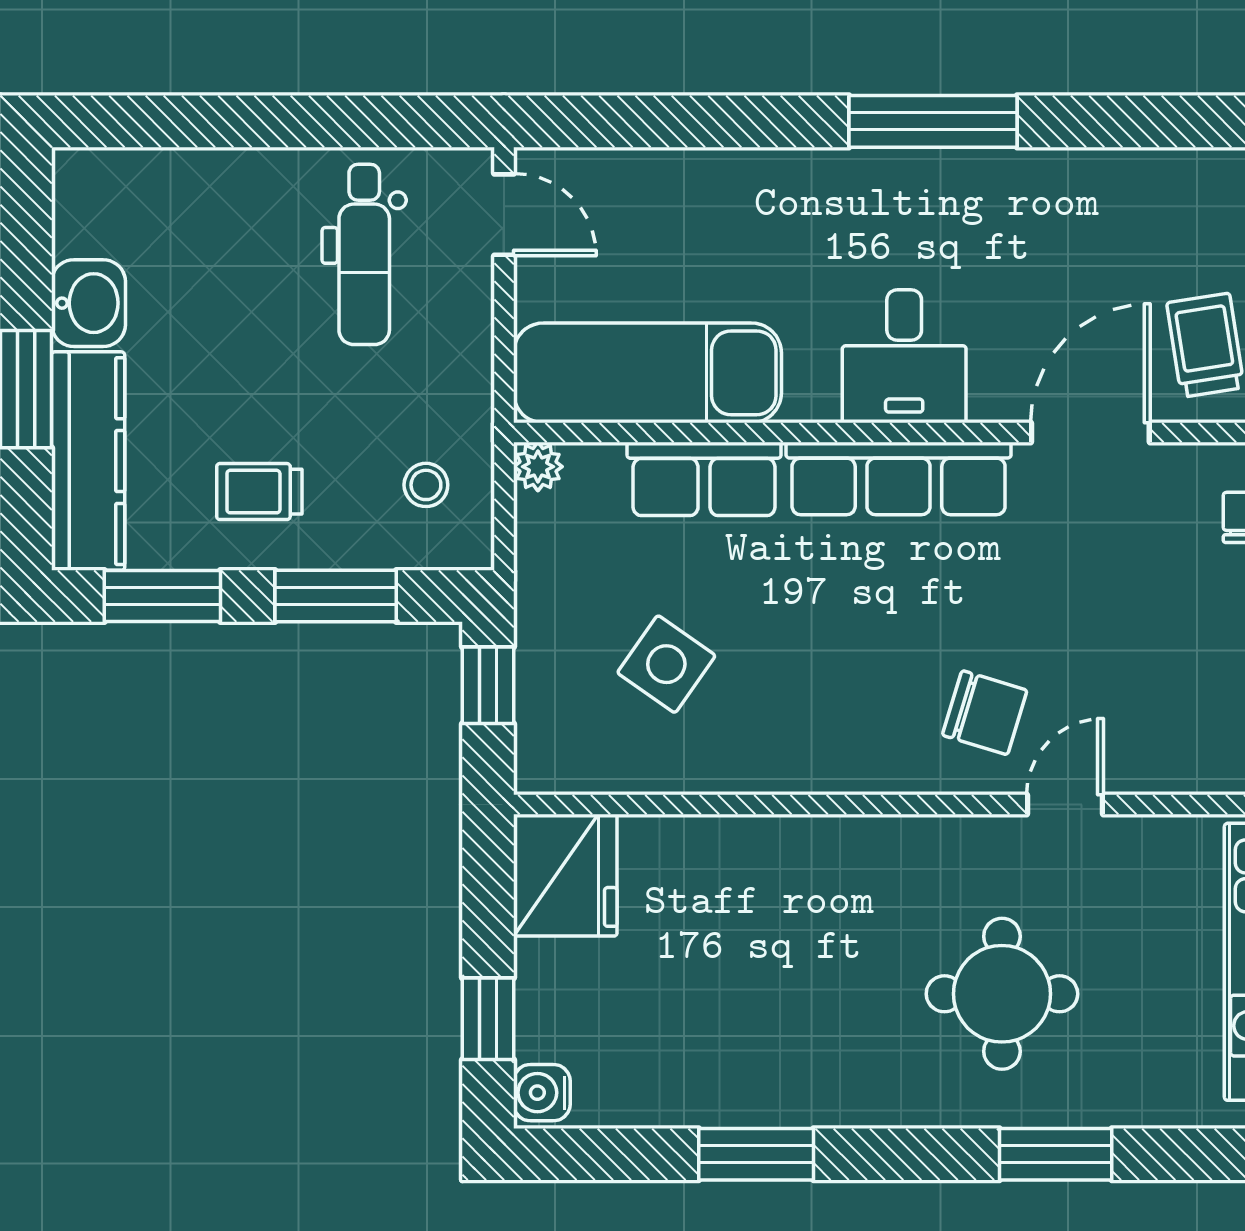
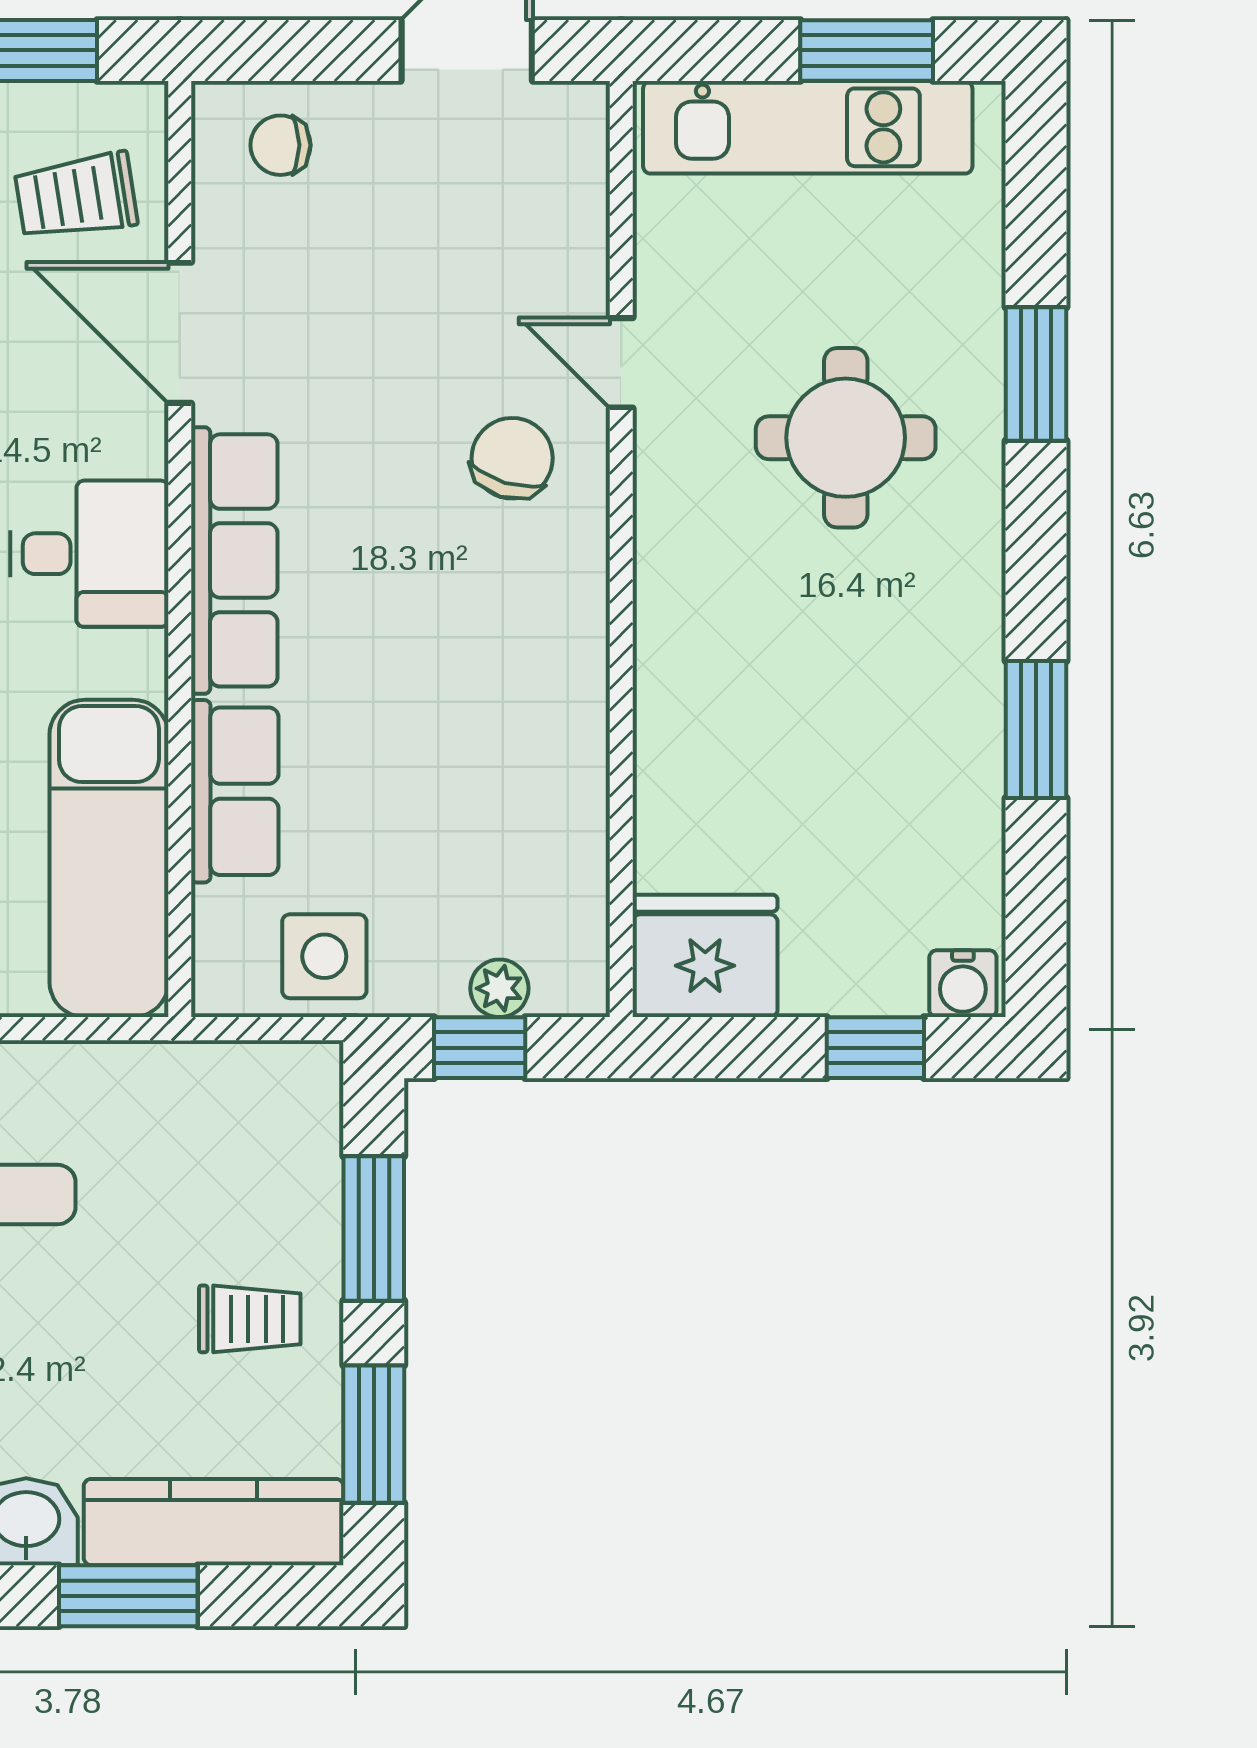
plant: (538, 467) -> (499, 988), moved
stool: (426, 485) -> (242, 1121), removed
trolley: (259, 492) -> (250, 1319), turned -90
side table: (666, 664) -> (324, 956), moved, turned -35

